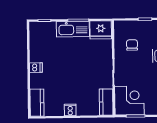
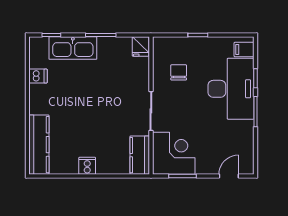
kitchen sink: (73, 29) -> (73, 48), moved
fridge: (101, 30) -> (141, 46), width x0.53, depth x0.75
dishwasher: (36, 68) -> (38, 76), moved
kitchen counter: (37, 103) -> (39, 145), width x1.50

